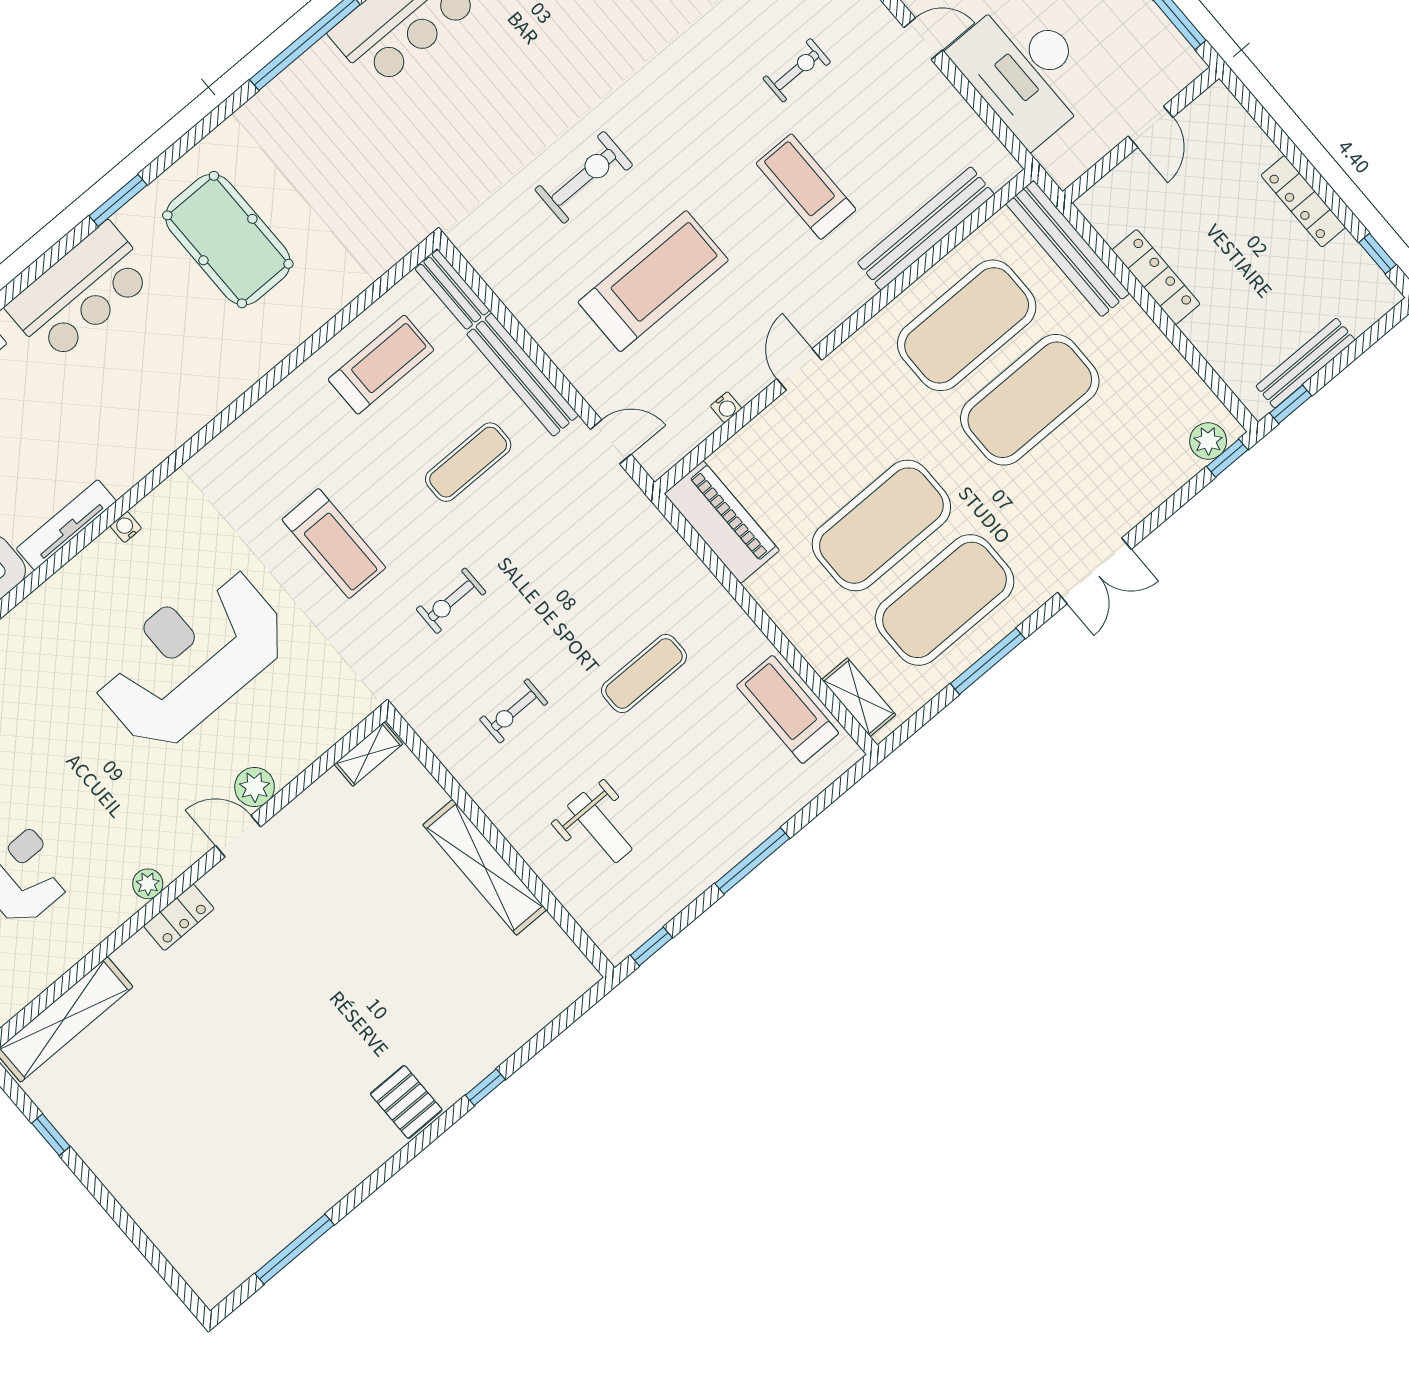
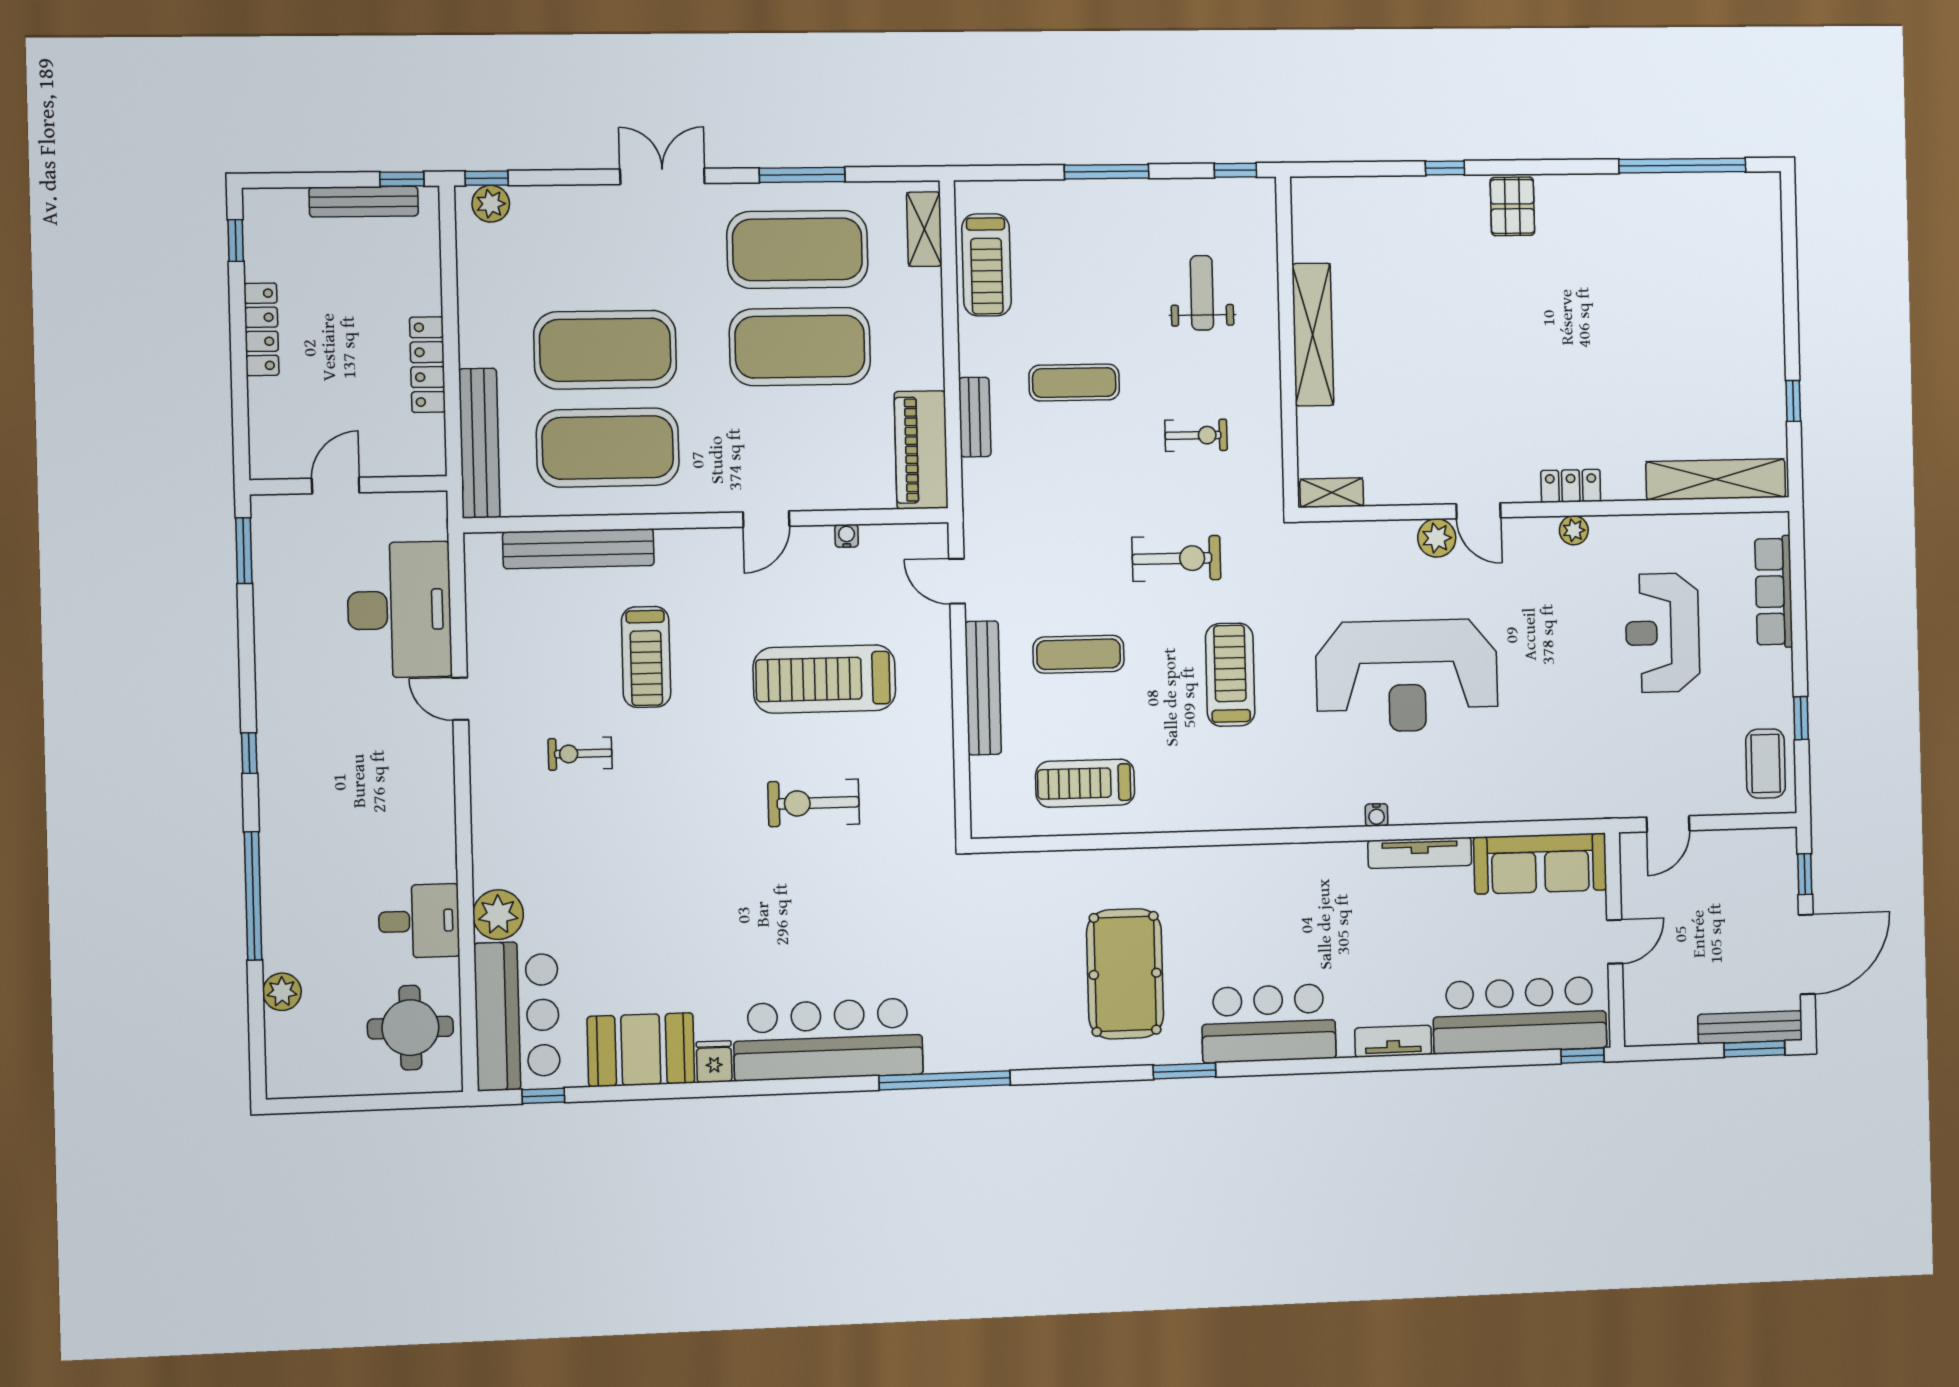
bench: (452, 290) -> (975, 417), moved
exercise bike: (451, 601) -> (1176, 558), width x1.38, depth x1.39
window: (295, 1249) -> (1682, 166), width x1.46

